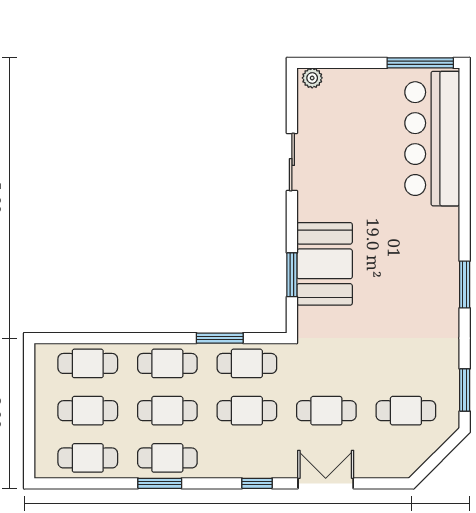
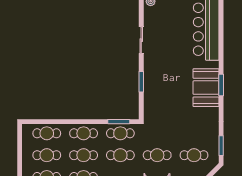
booth: (325, 264) -> (206, 88), moved
window: (292, 275) -> (141, 82), moved
window: (465, 284) -> (221, 85), moved
window: (220, 338) -> (119, 122), moved

